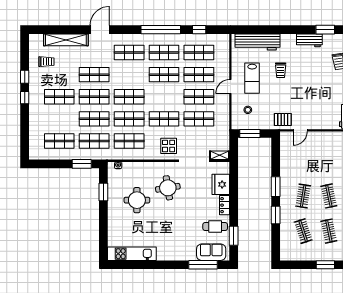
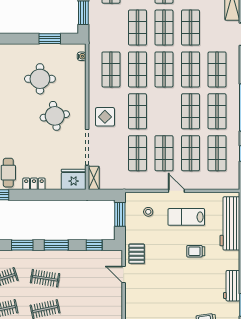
shop shelf: (94, 141) -> (191, 69), moved
window: (276, 155) -> (94, 245), added
fridge: (221, 184) -> (74, 179), moved

